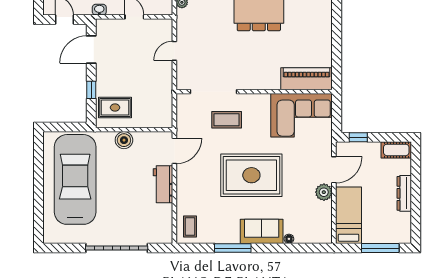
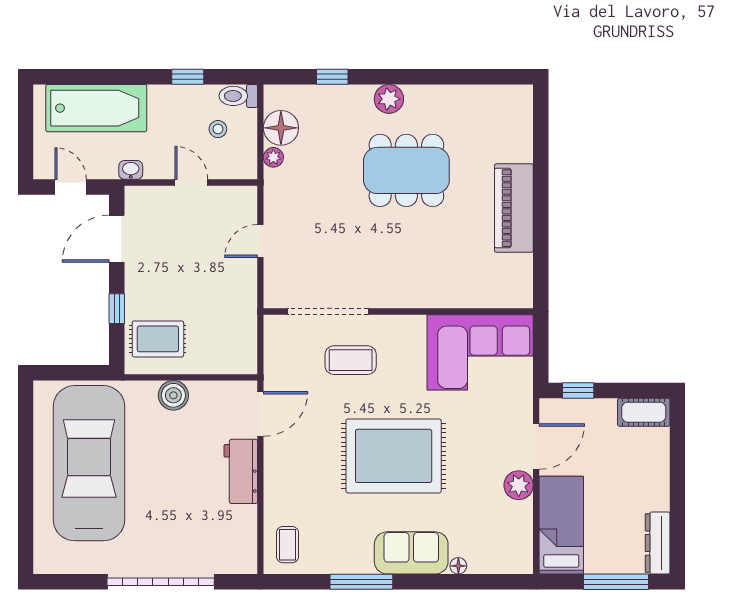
piano: (307, 79) -> (514, 208), moved, turned -90
dresser: (404, 193) -> (658, 543), moved

